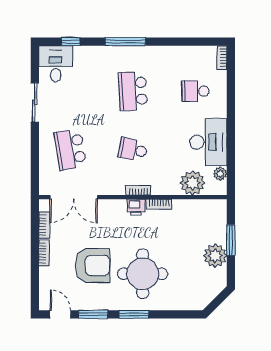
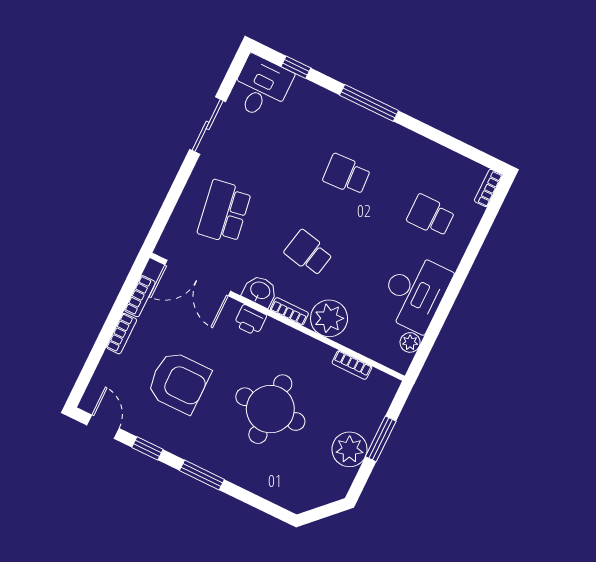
school desk: (133, 91) -> (347, 175), width x0.54
plant: (193, 183) -> (329, 318), moved
washbasin: (115, 187) -> (260, 291), added
bookcase: (159, 204) -> (352, 365), moved
printer: (136, 207) -> (250, 320), moved
round table: (143, 274) -> (270, 409), moved
window: (93, 314) -> (147, 448), width x0.67

